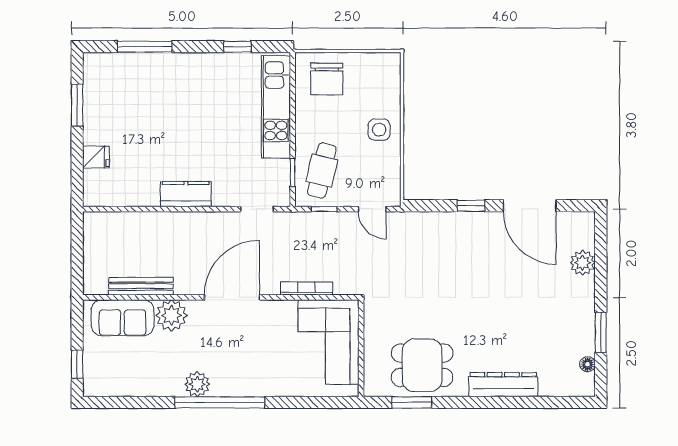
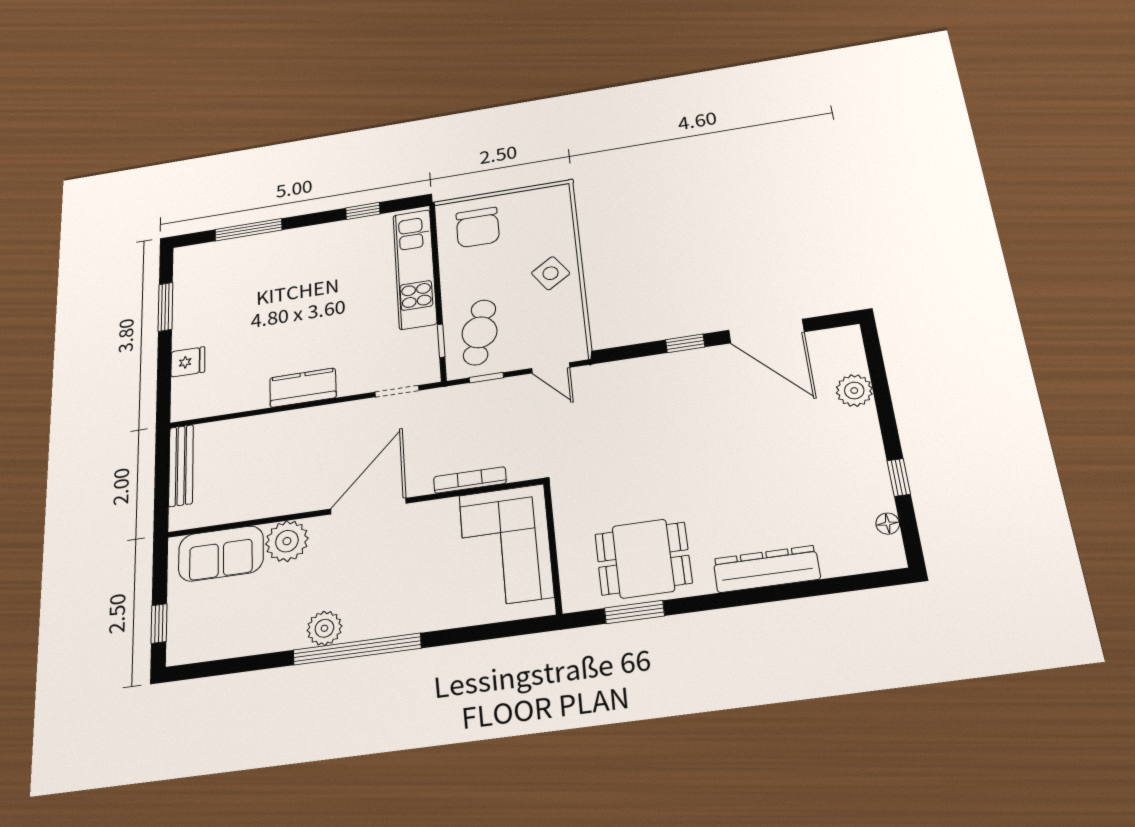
side table: (379, 130) -> (551, 273), turned -34
bench: (141, 286) -> (181, 465), moved, turned 90
window: (601, 332) -> (899, 477), width x0.67

